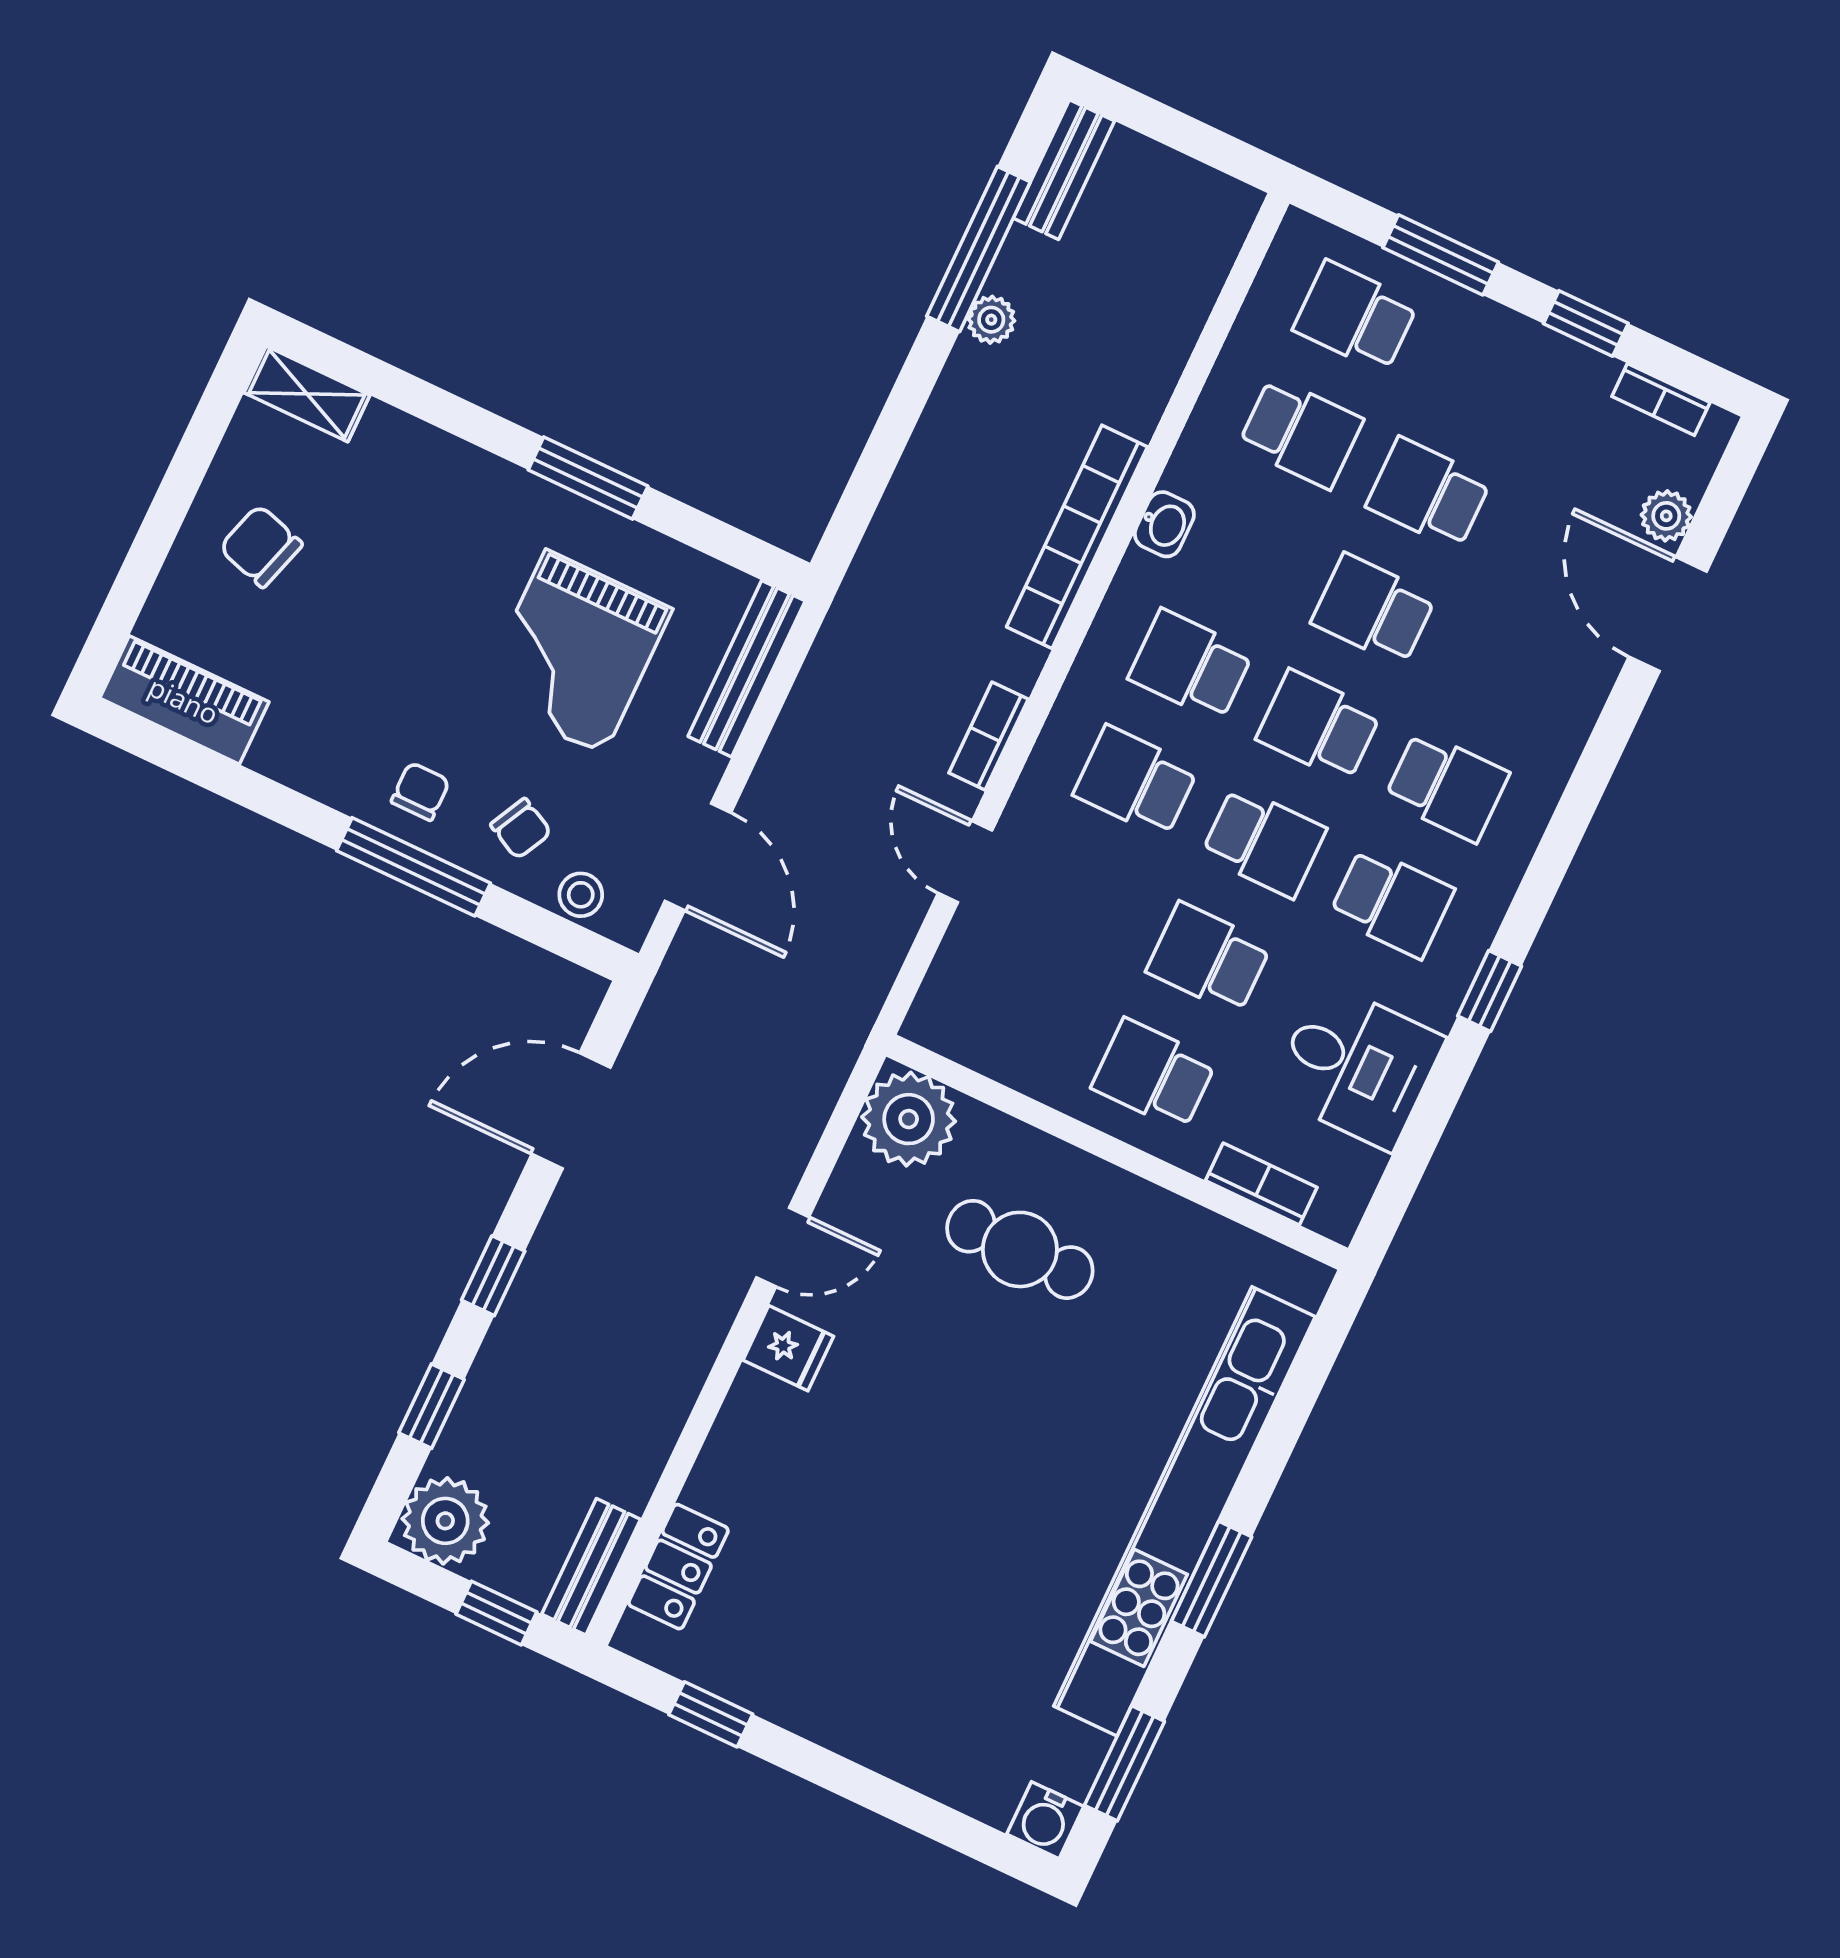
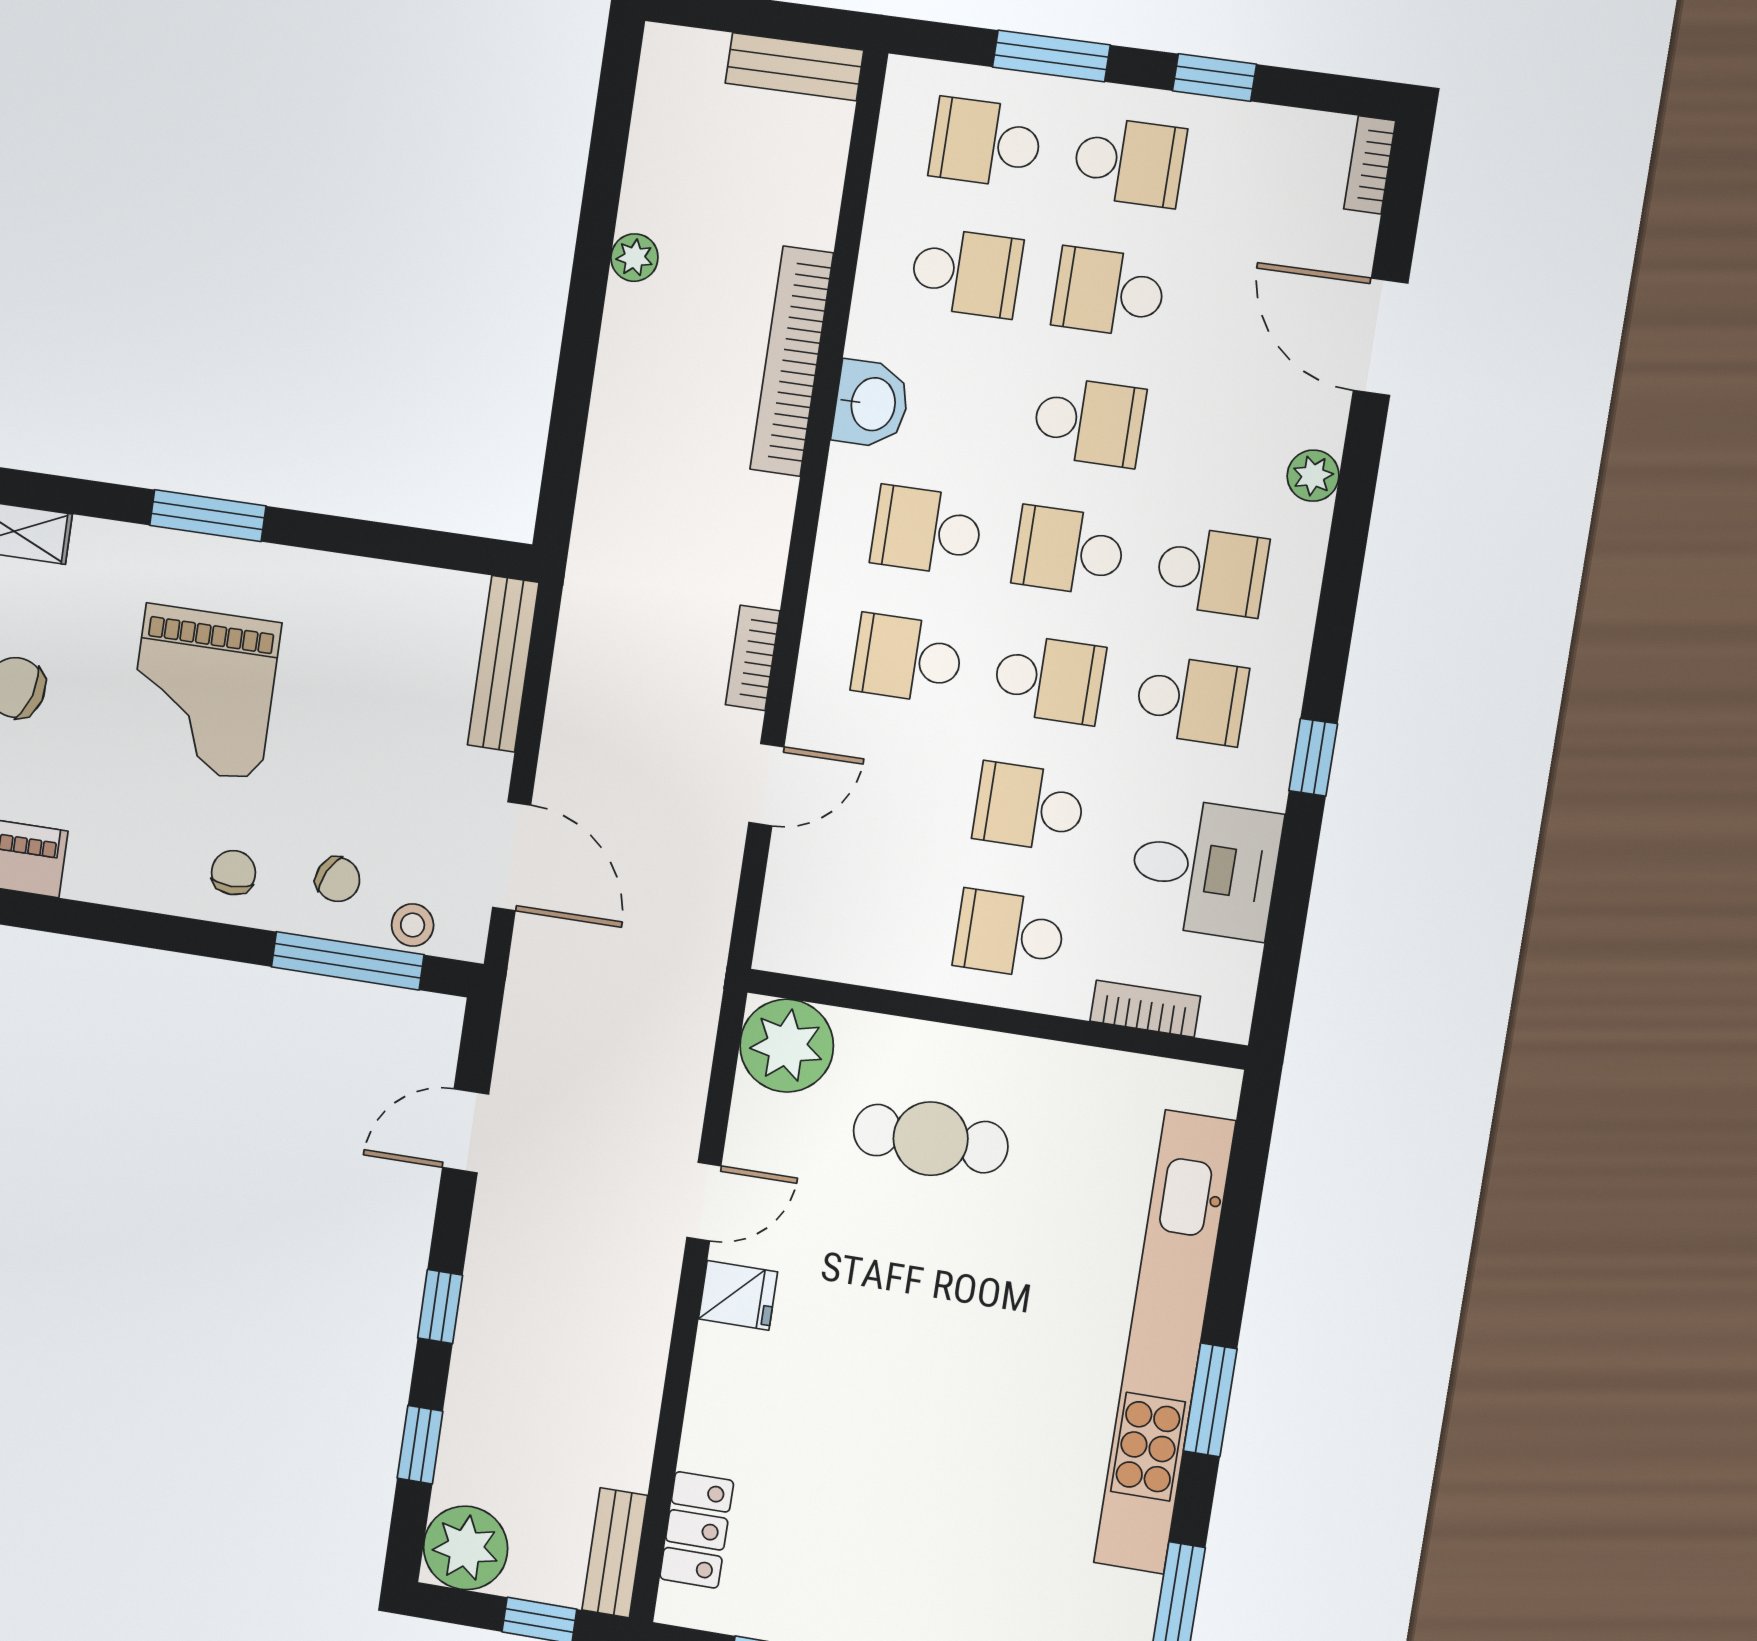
bench: (1064, 170) -> (794, 67), moved, turned 90
window: (978, 249) -> (602, 194), removed
school desk: (1484, 377) -> (1129, 162), added
bookcase: (1661, 399) -> (1370, 165), moved, turned 90
window: (588, 478) -> (208, 516), moved
plant: (1666, 516) -> (1313, 476), moved
washbasin: (1164, 524) -> (871, 404), width x1.38, depth x1.45
bookcase: (1077, 537) -> (792, 361), moved
school desk: (1374, 610) -> (1089, 422), turned 180
grand piano: (575, 652) -> (203, 692), moved
door: (965, 862) -> (766, 785), swing flipped
window: (414, 867) -> (348, 961), moved
door: (571, 1111) -> (466, 1131), width x0.73

